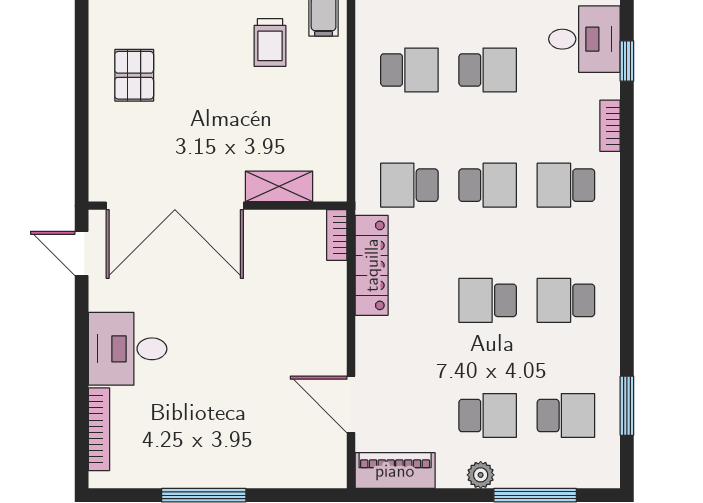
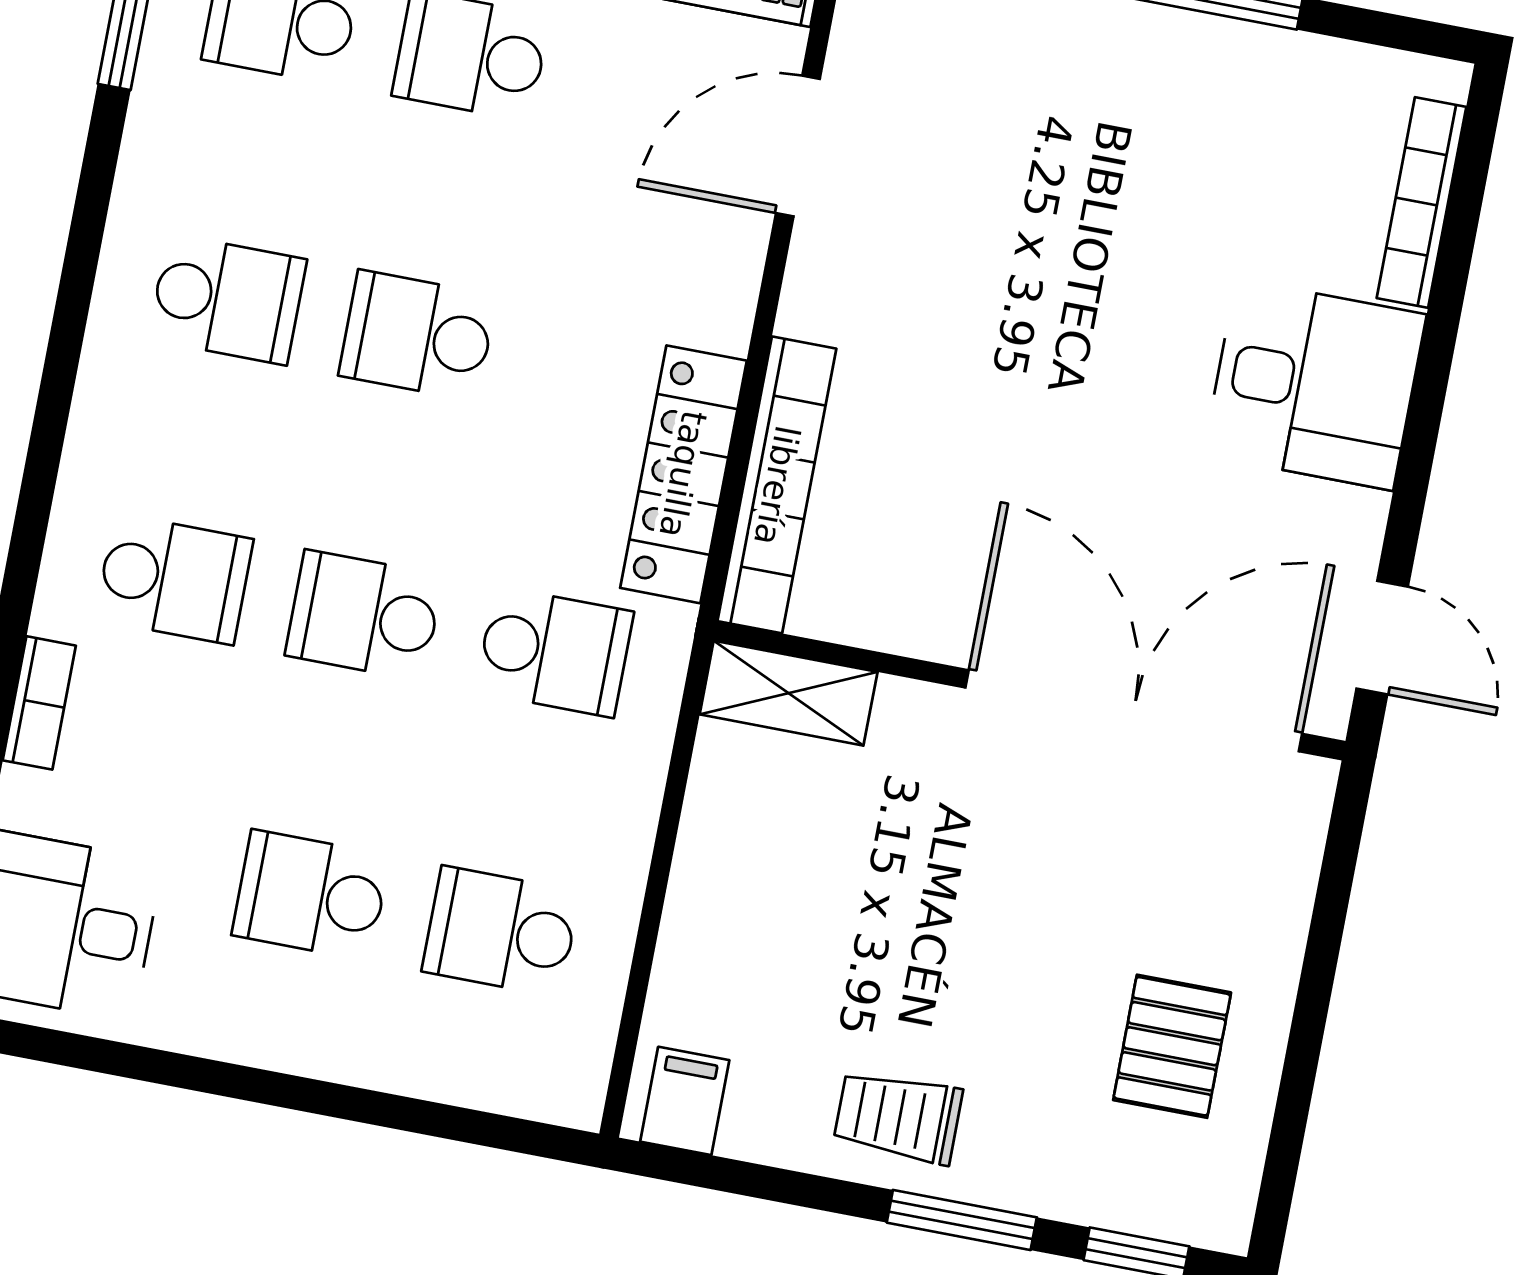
trolley: (270, 43) -> (898, 1117), moved, turned -90
shelving: (279, 186) -> (789, 693), moved
bookcase: (337, 235) -> (777, 485), width x2.31, depth x1.31
school desk: (488, 300) -> (418, 336), turned 180
door: (351, 404) -> (798, 146), swing flipped

